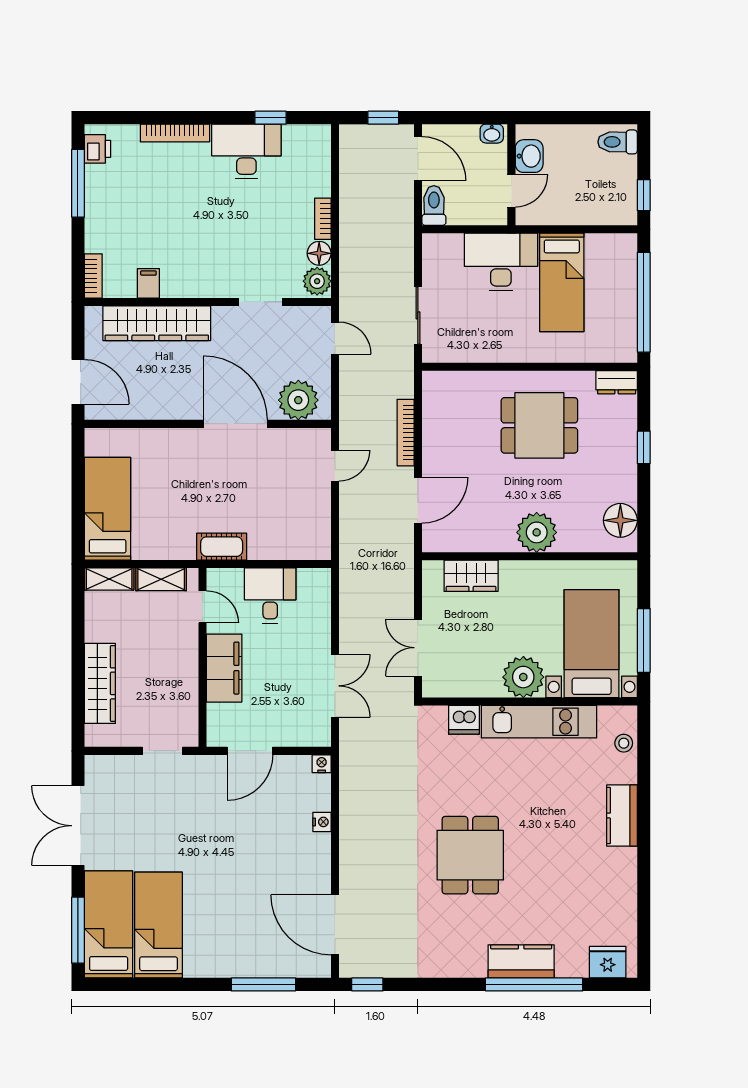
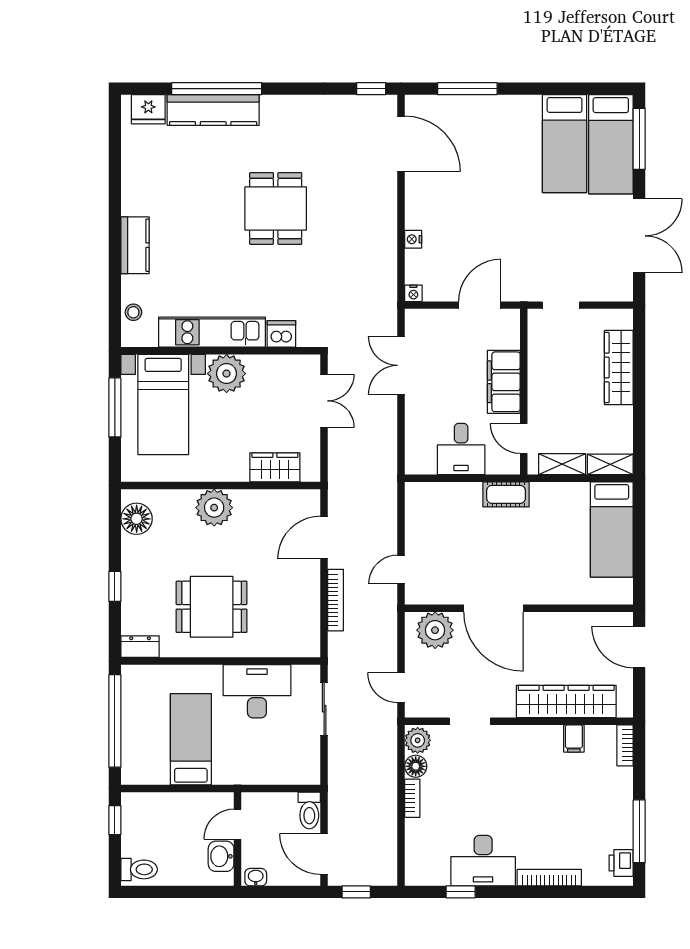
desk: (501, 262) -> (257, 691), moved, turned 180
kitchen counter: (521, 961) -> (213, 110), width x1.50

